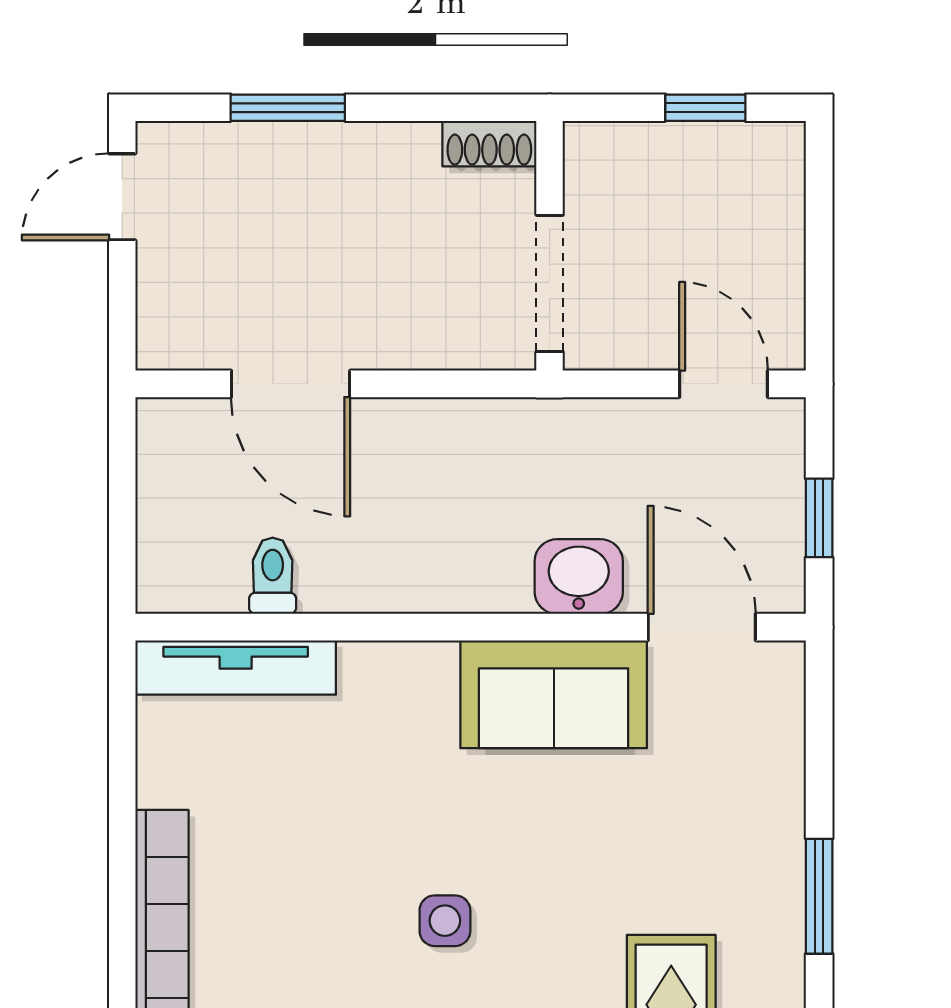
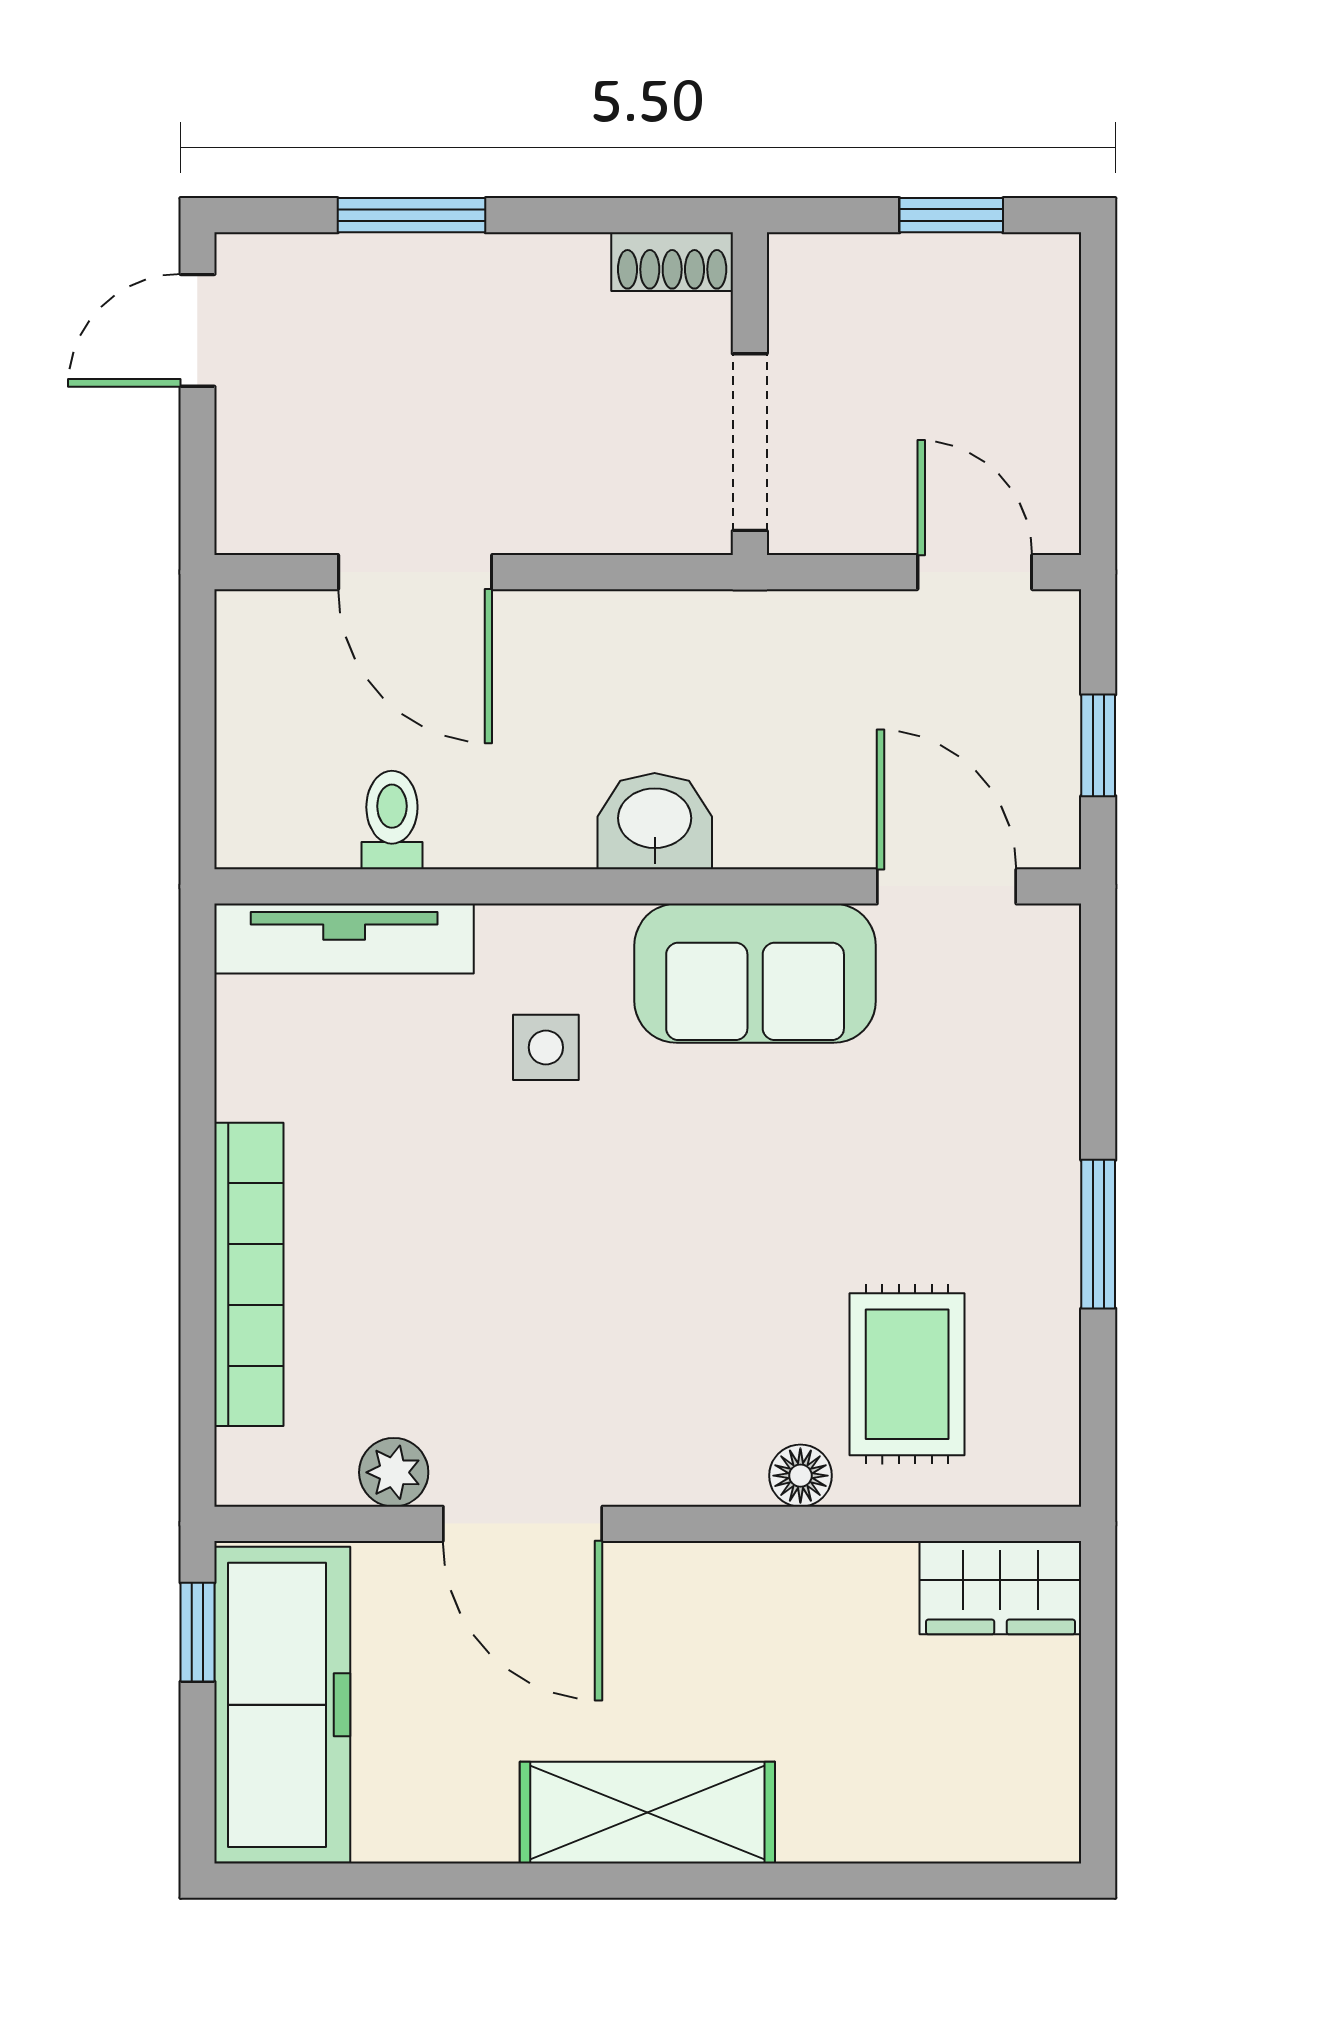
washbasin: (579, 577) -> (655, 821), moved
side table: (445, 921) -> (546, 1047), moved

